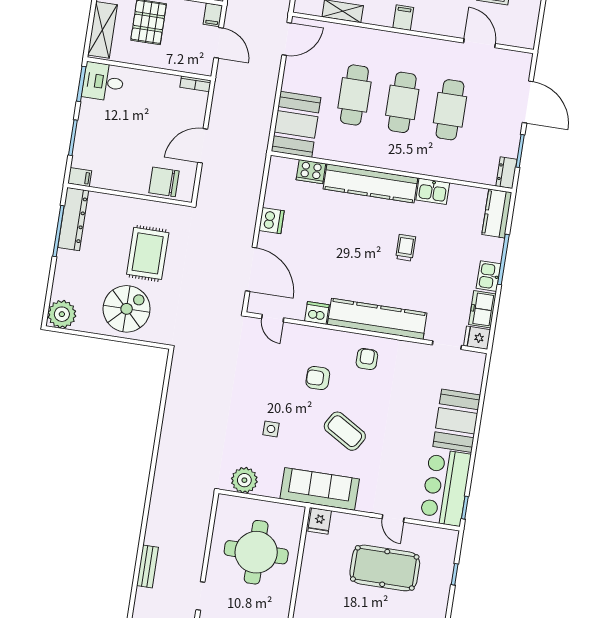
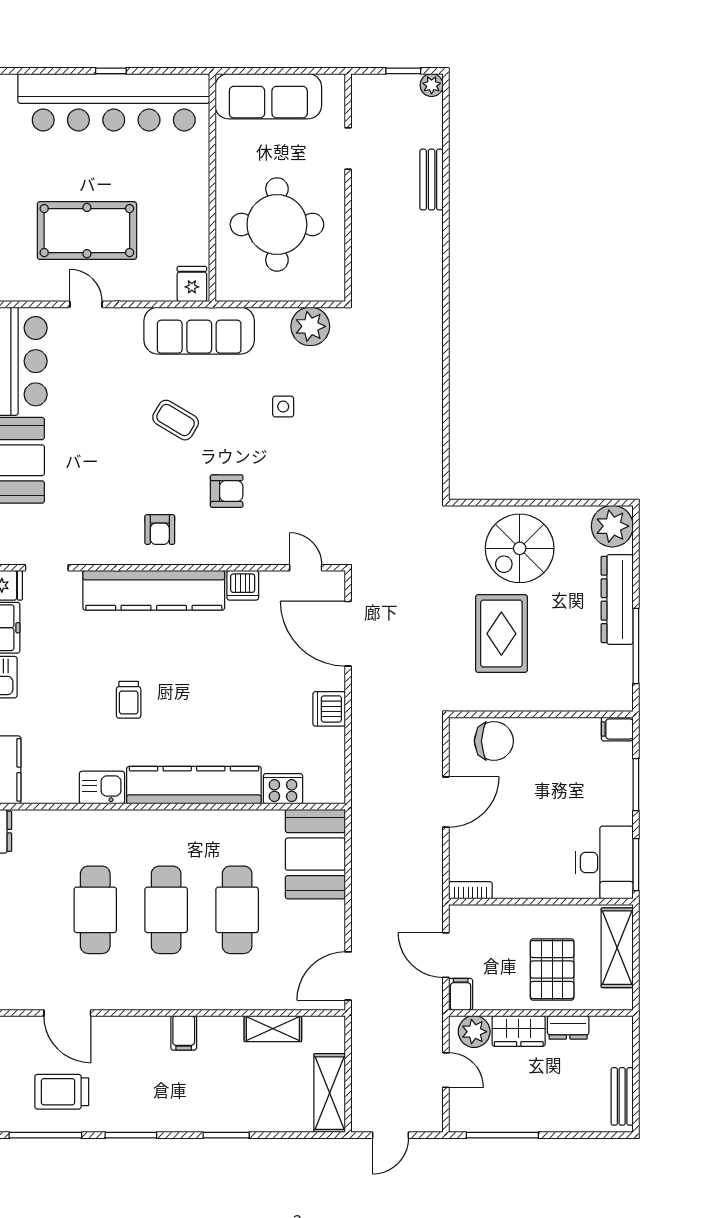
desk: (103, 82) -> (605, 863), width x1.37
dresser: (73, 219) -> (617, 599), moved
coffee table: (345, 431) -> (176, 420), width x0.73, depth x0.77

